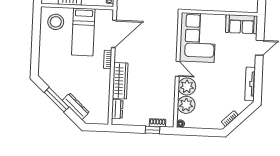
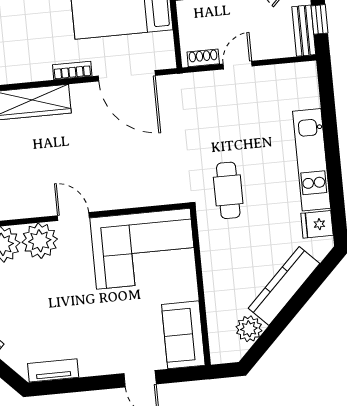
door: (178, 69) -> (73, 217), swing flipped
tv unit: (250, 84) -> (53, 370), width x0.71

